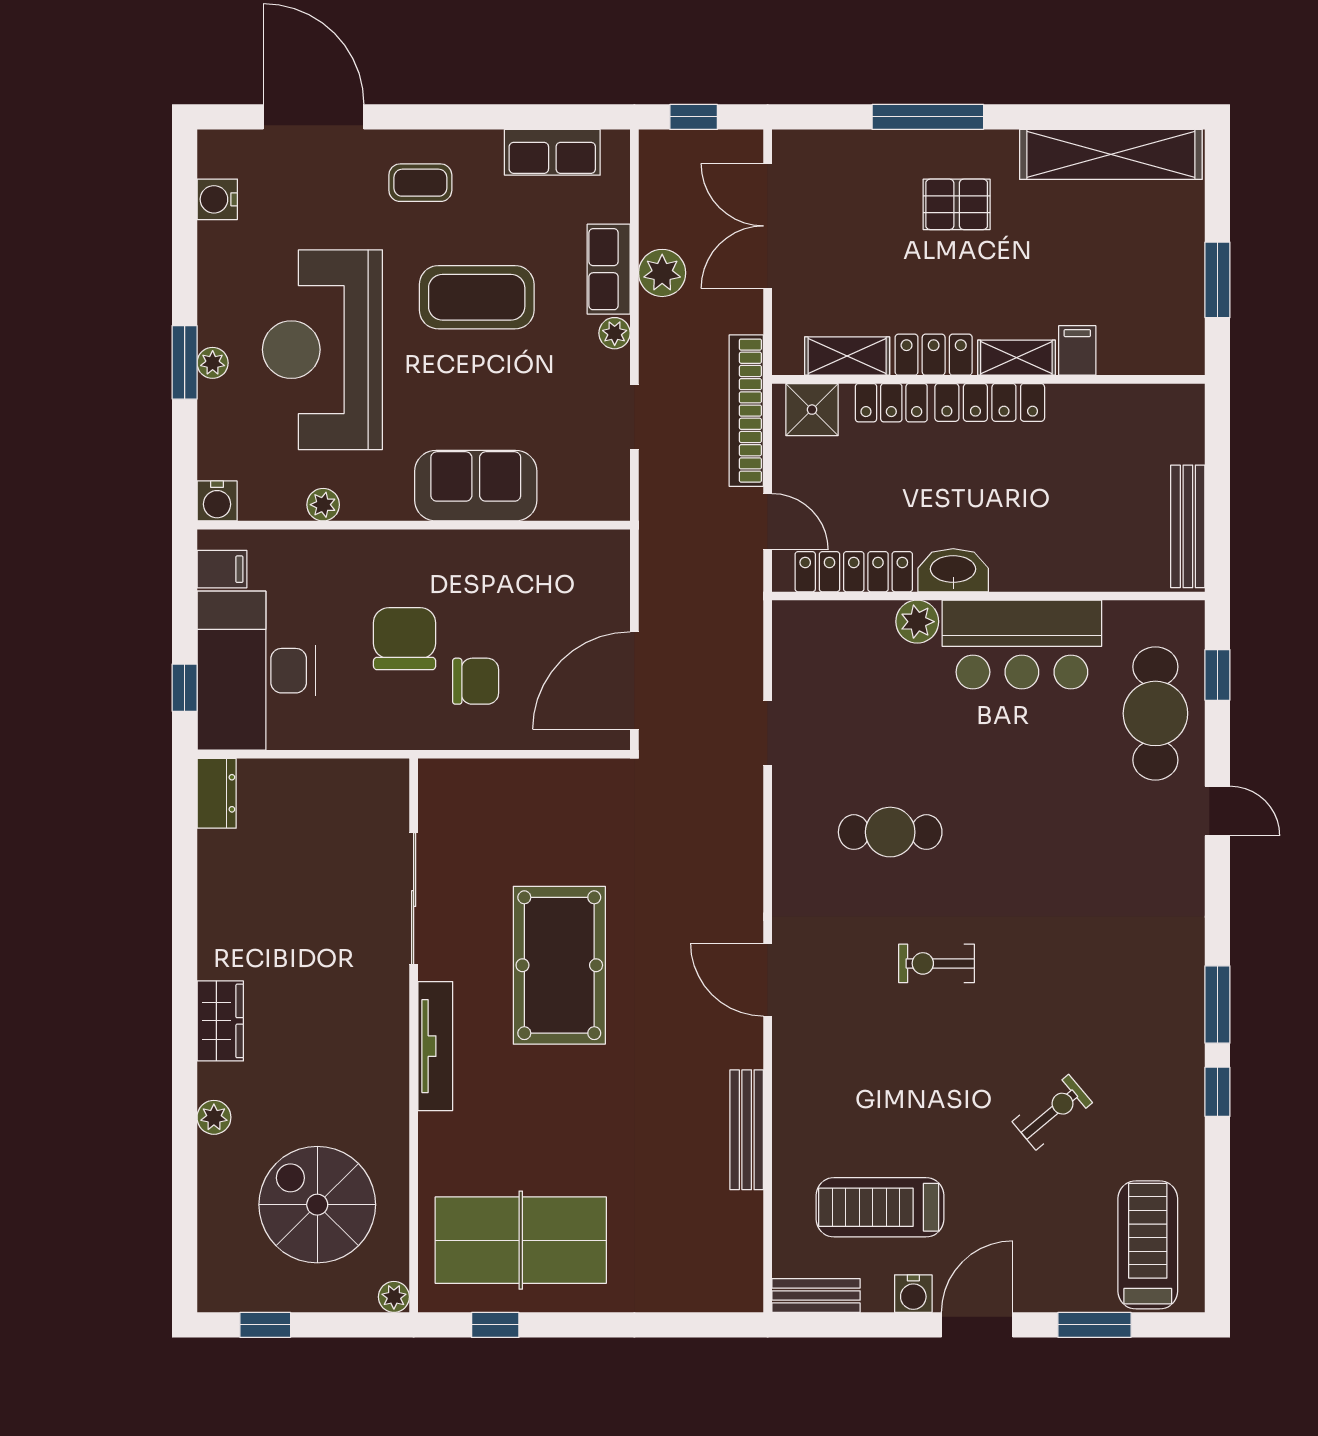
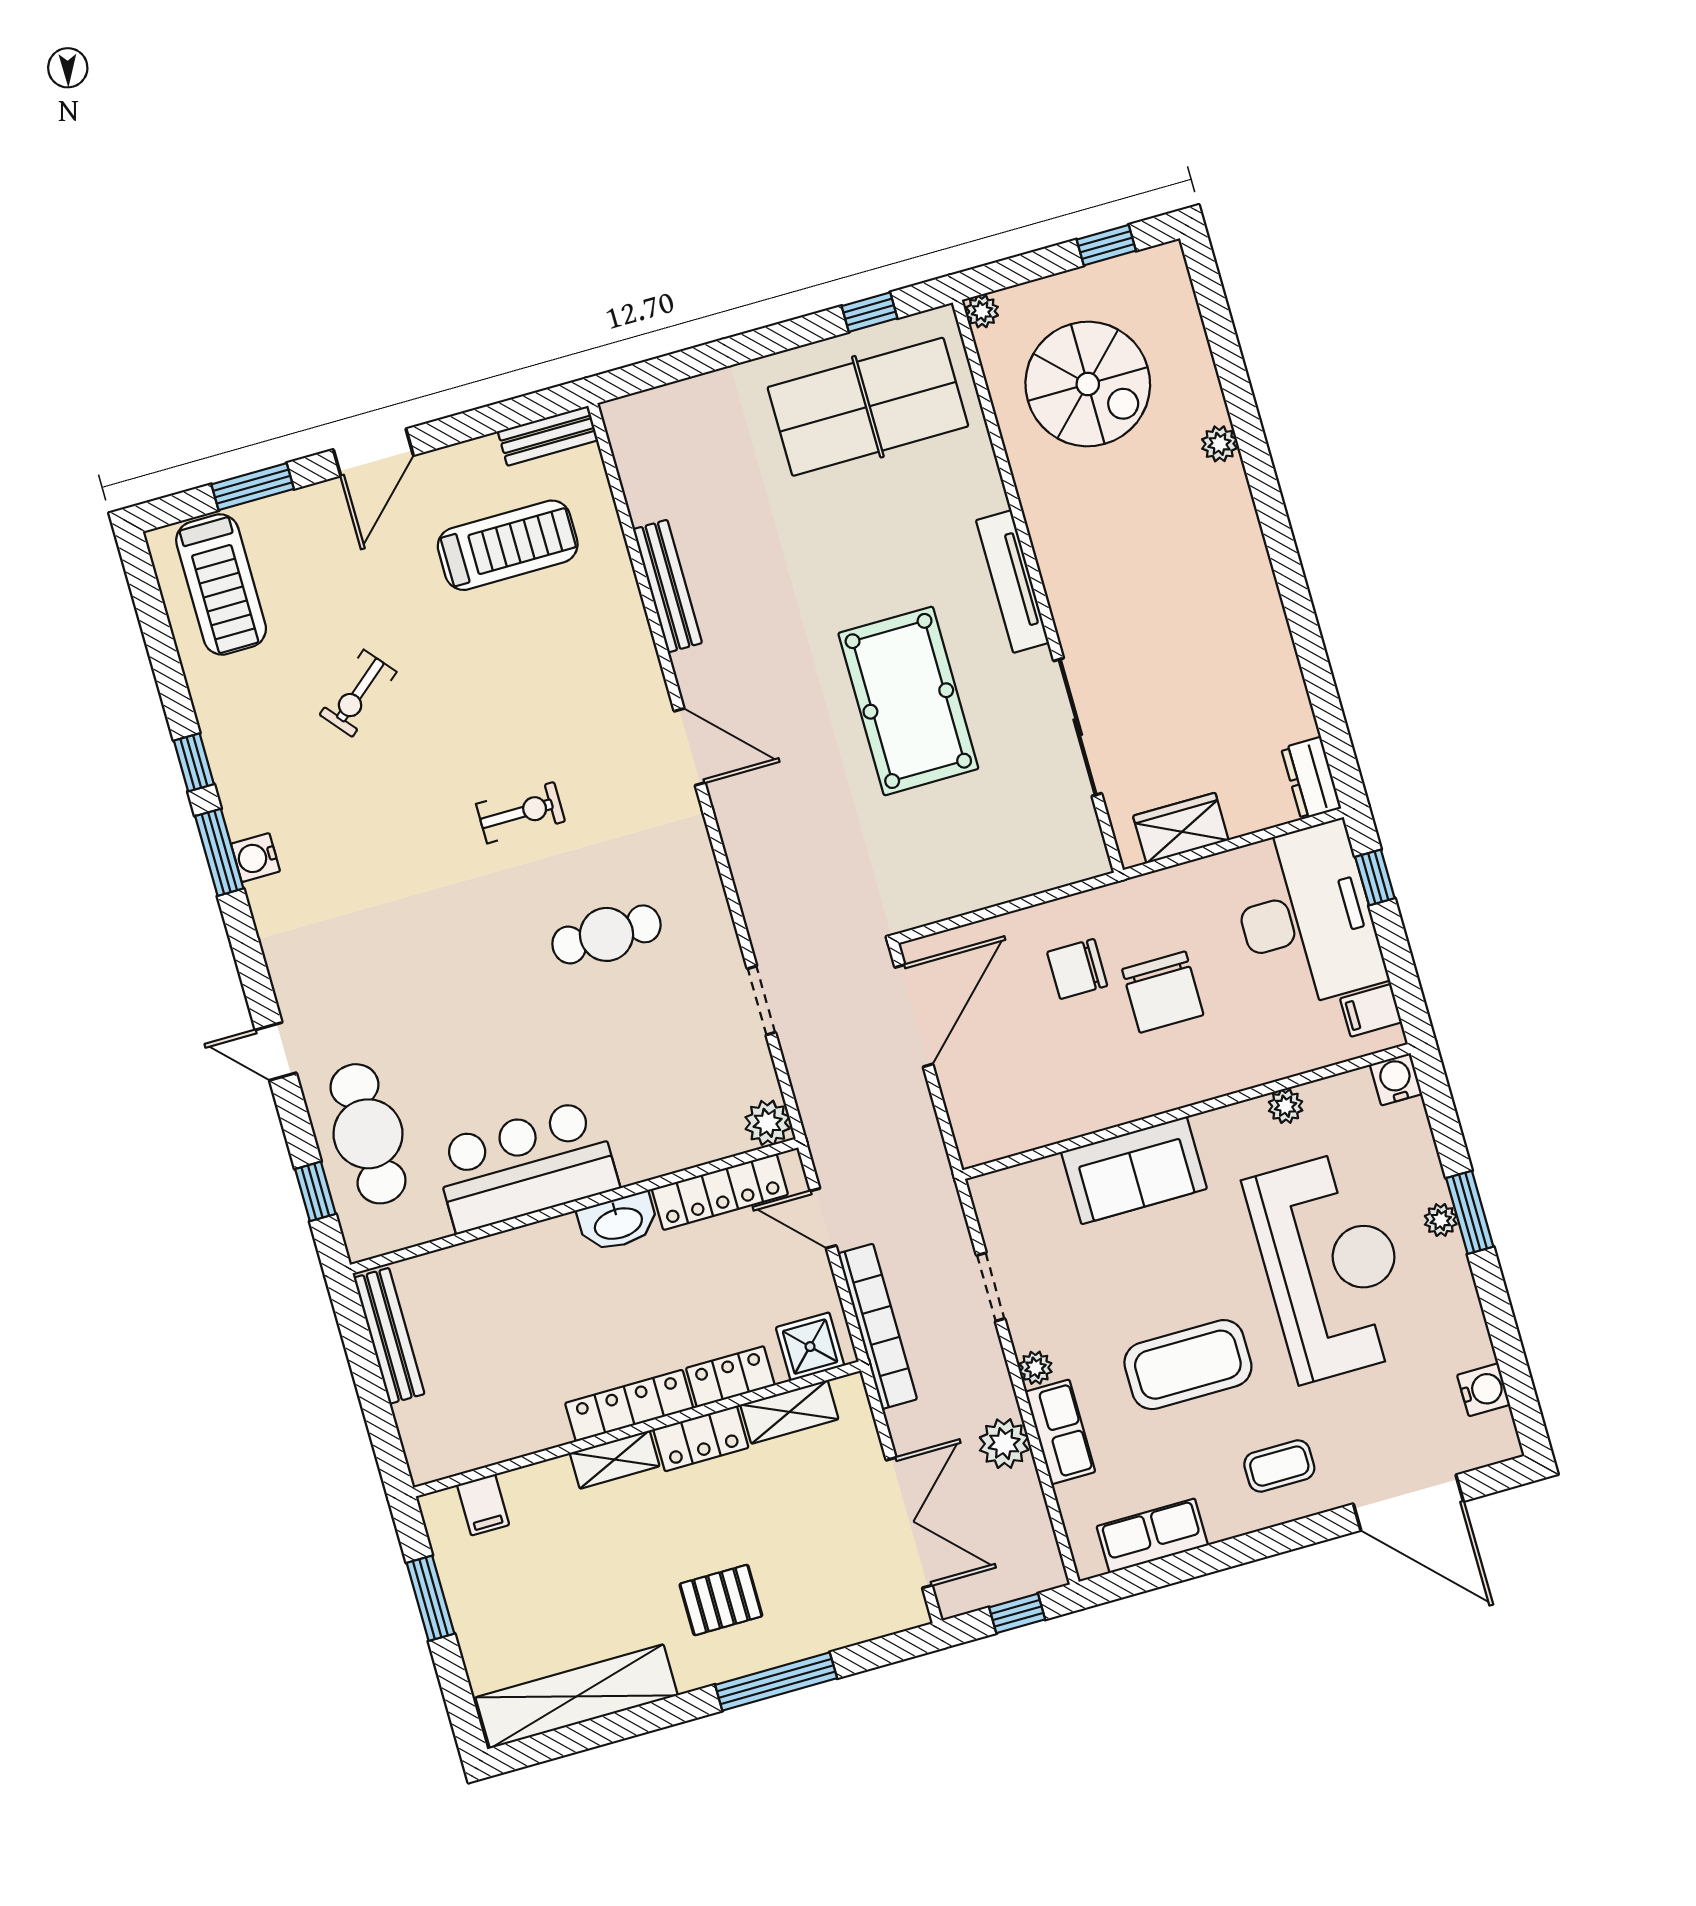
filing cabinet: (1077, 350) -> (483, 1505), moved
plant: (917, 622) -> (768, 1123), moved
wardrobe: (220, 1021) -> (1181, 828), moved, turned 90
water cooler: (913, 1294) -> (256, 858), moved, turned -90

